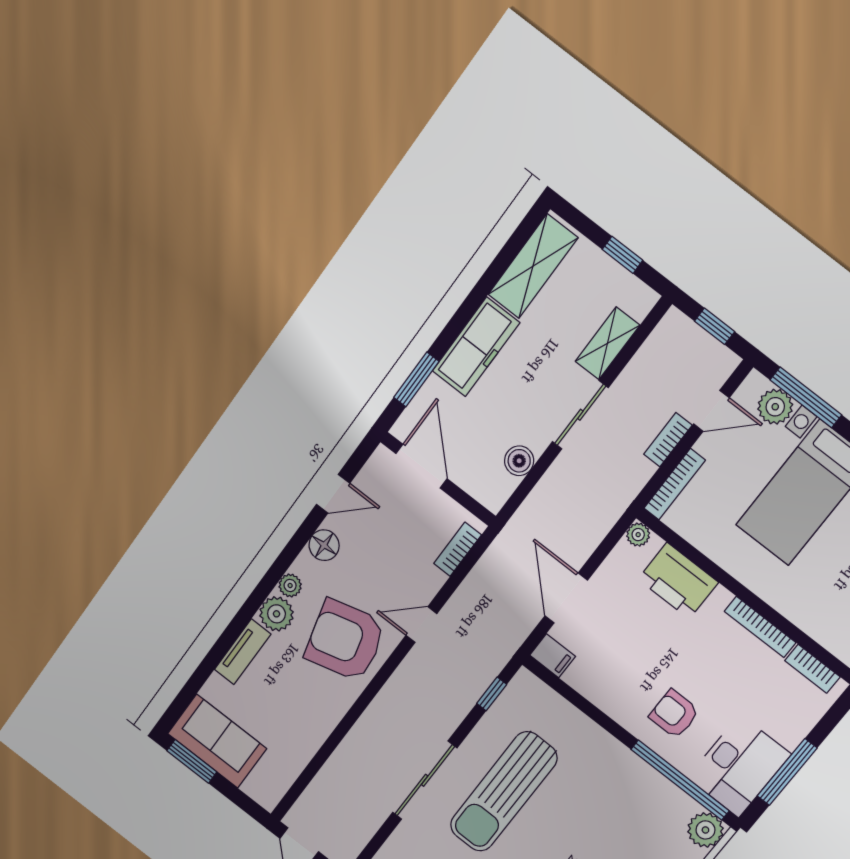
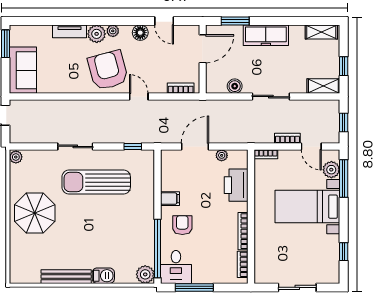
shelving: (533, 266) -> (321, 32), width x0.67, depth x0.75
shelving: (607, 343) -> (323, 86), moved
bookcase: (675, 484) -> (266, 154), width x0.64
plant: (638, 535) -> (222, 155), moved
filing cabinet: (553, 656) -> (170, 199), moved, turned -90
sofa: (217, 741) -> (23, 70), moved
desk: (739, 766) -> (176, 267), width x0.73
sliding door: (425, 780) -> (75, 146), width x0.73

